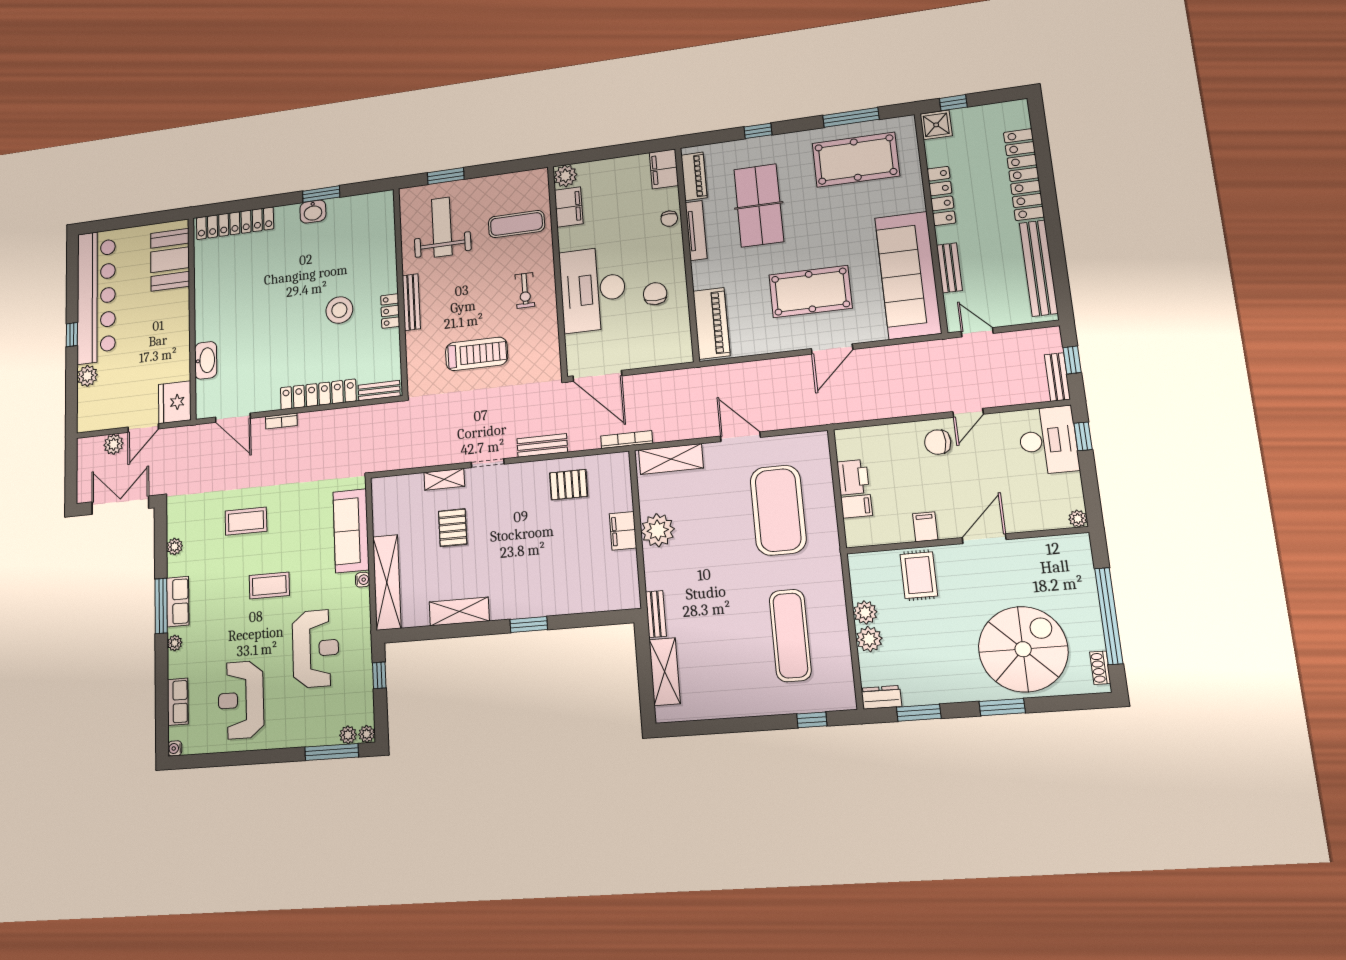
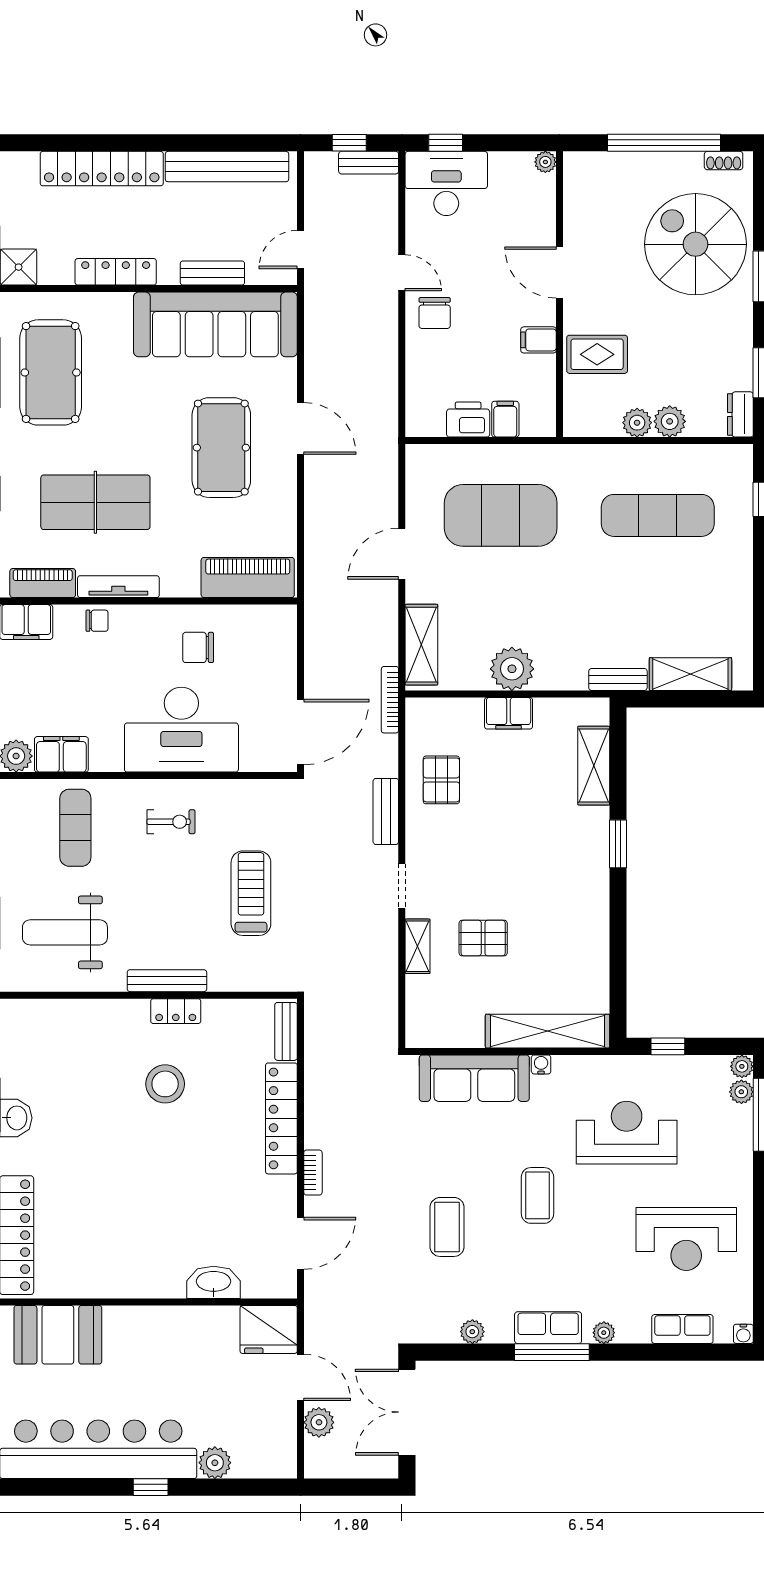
shelving: (459, 611) -> (594, 766), moved

